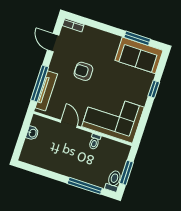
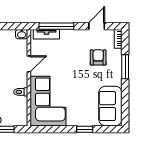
window: (137, 38) -> (125, 67), moved
armchair: (83, 71) -> (98, 57), moved
tv unit: (46, 91) -> (46, 34), width x0.71
washbasin: (32, 133) -> (22, 34), moved

